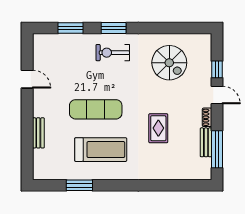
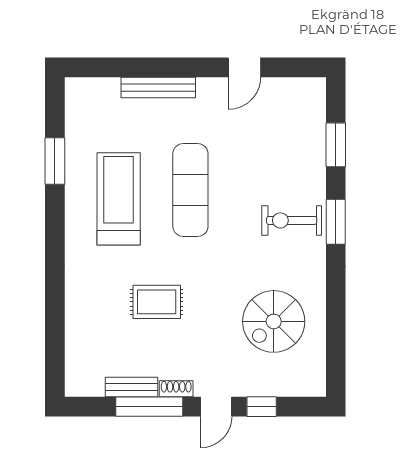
exercise bike: (113, 53) -> (292, 220), turned -90
bench: (38, 133) -> (158, 88), width x1.36
window: (217, 149) -> (149, 407), moved
treadmill: (101, 150) -> (119, 199), turned 180

